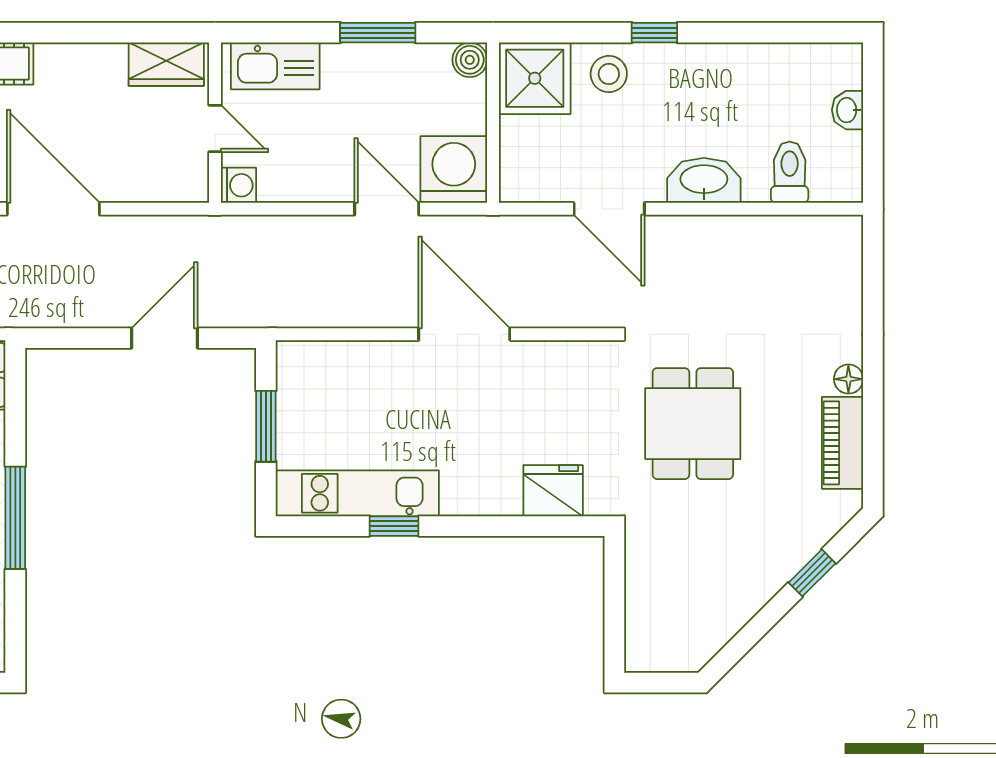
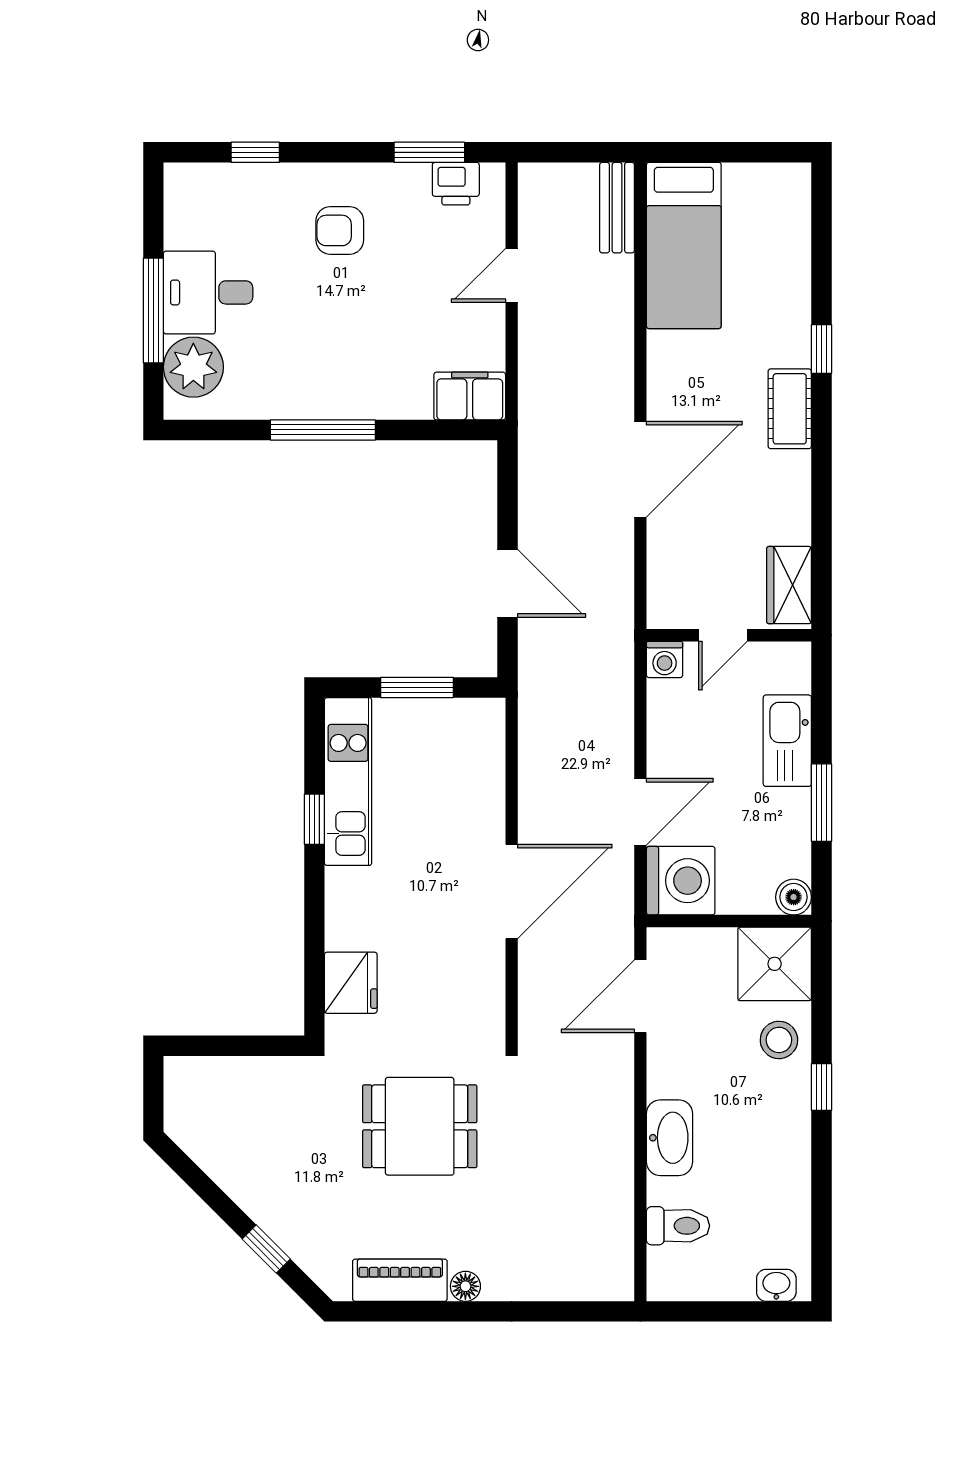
kitchen sink: (275, 66) -> (787, 741), moved
washbasin: (848, 110) -> (776, 1285), moved
door: (609, 209) -> (640, 996), moved

